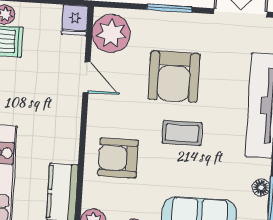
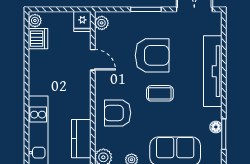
plant: (111, 33) -> (102, 23), width x0.53, depth x0.53
armchair: (174, 76) -> (152, 55), turned -90

